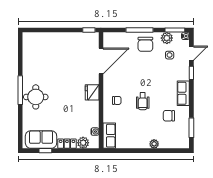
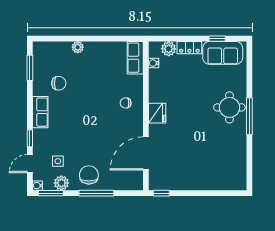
wheelchair: (143, 101) -> (92, 102), removed

